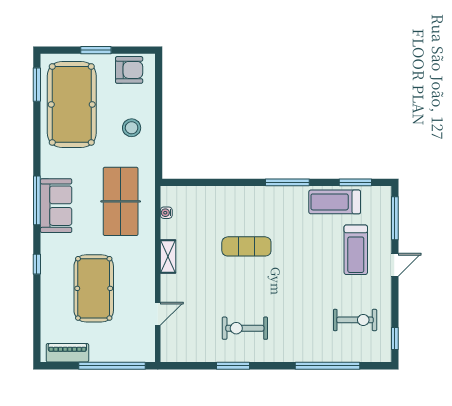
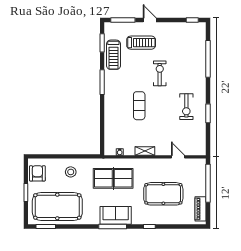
exercise bike: (355, 320) -> (160, 73), moved

